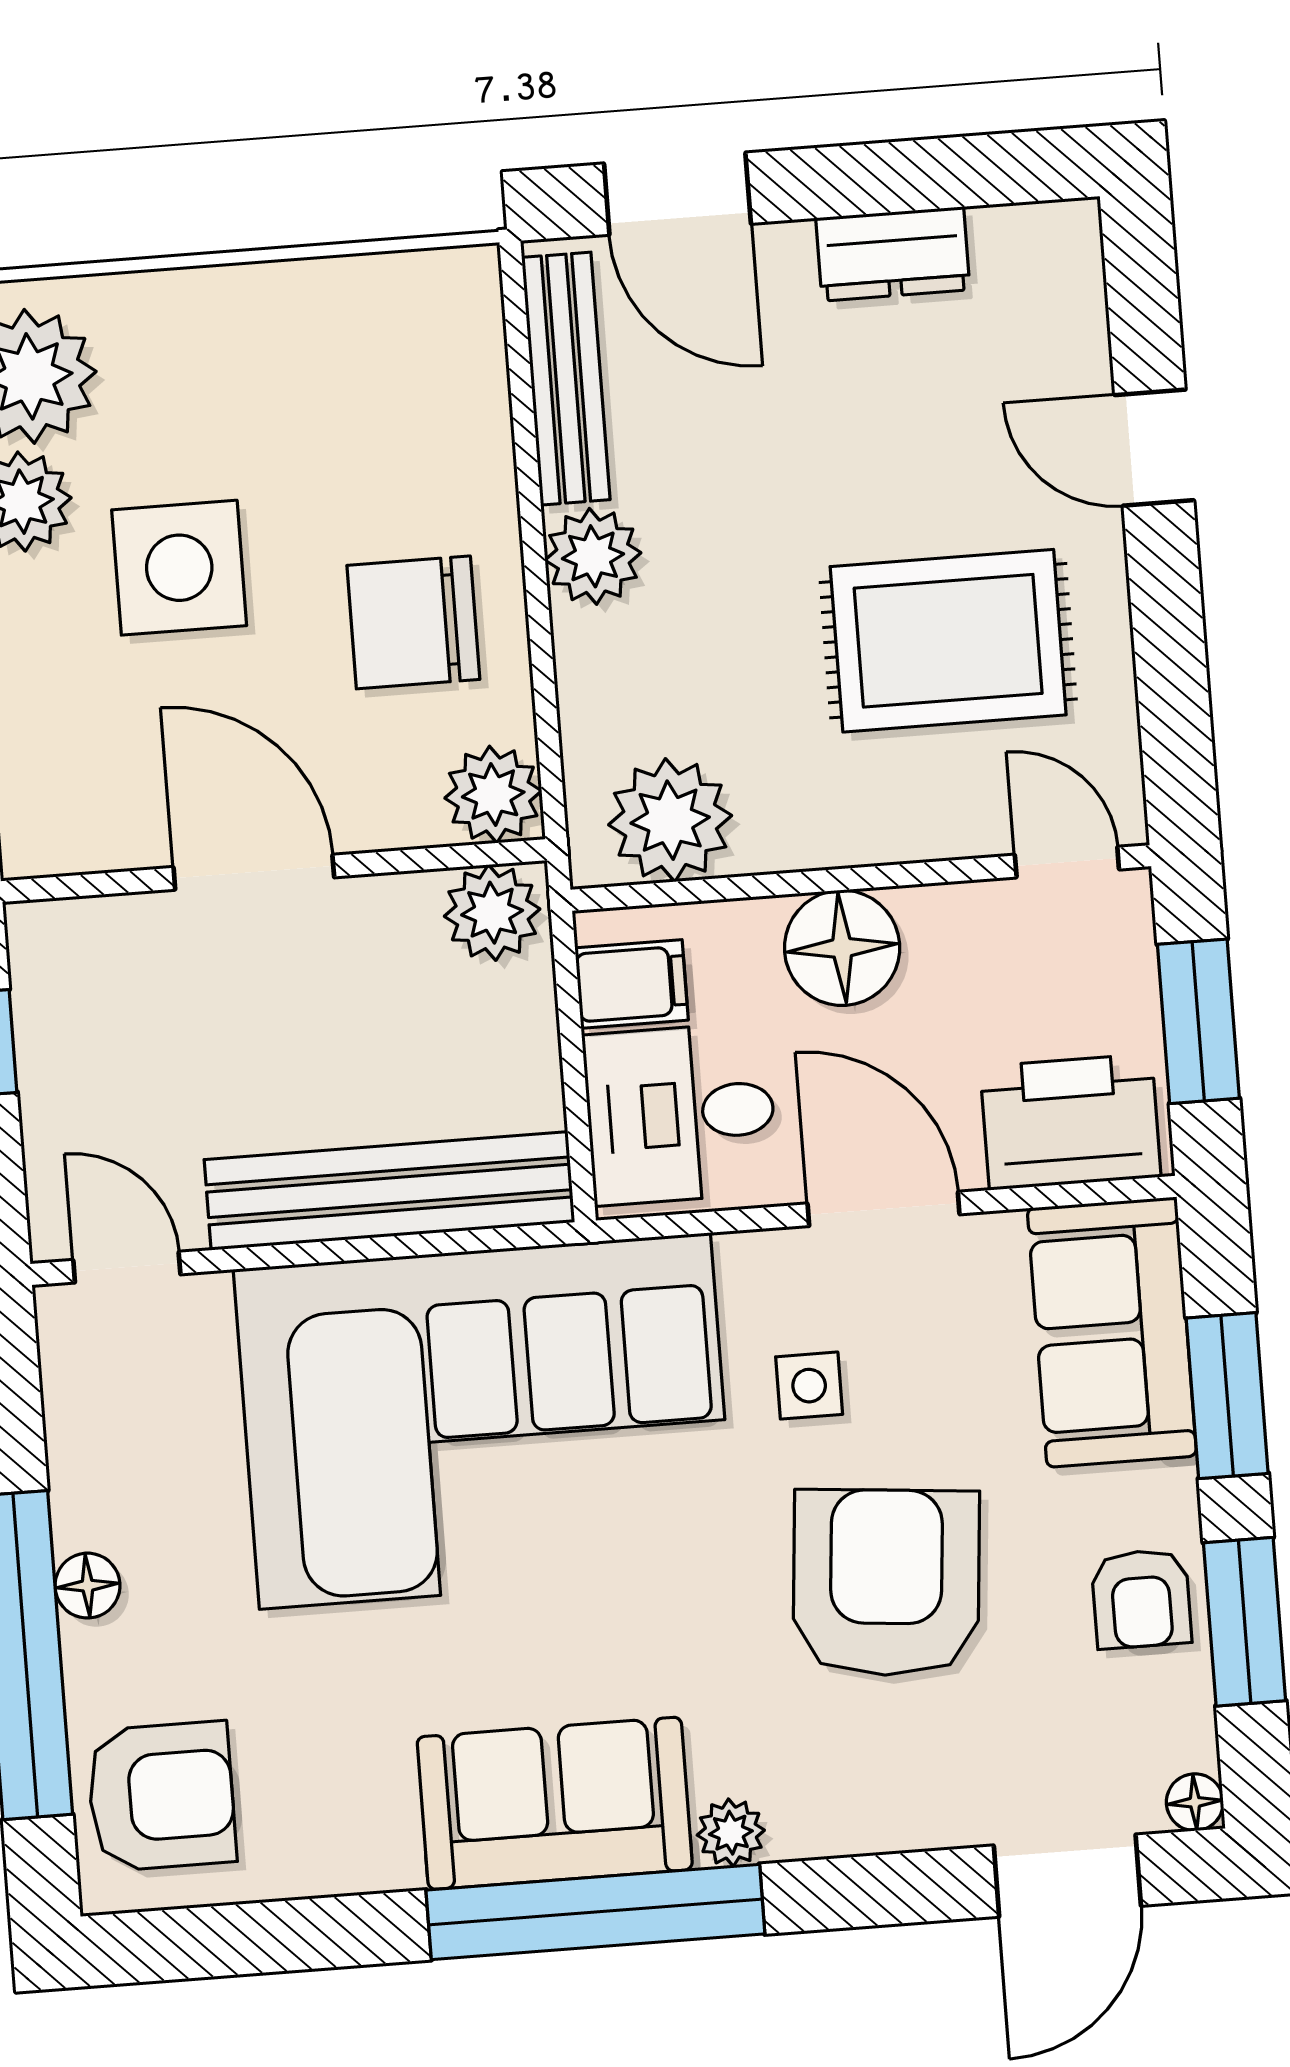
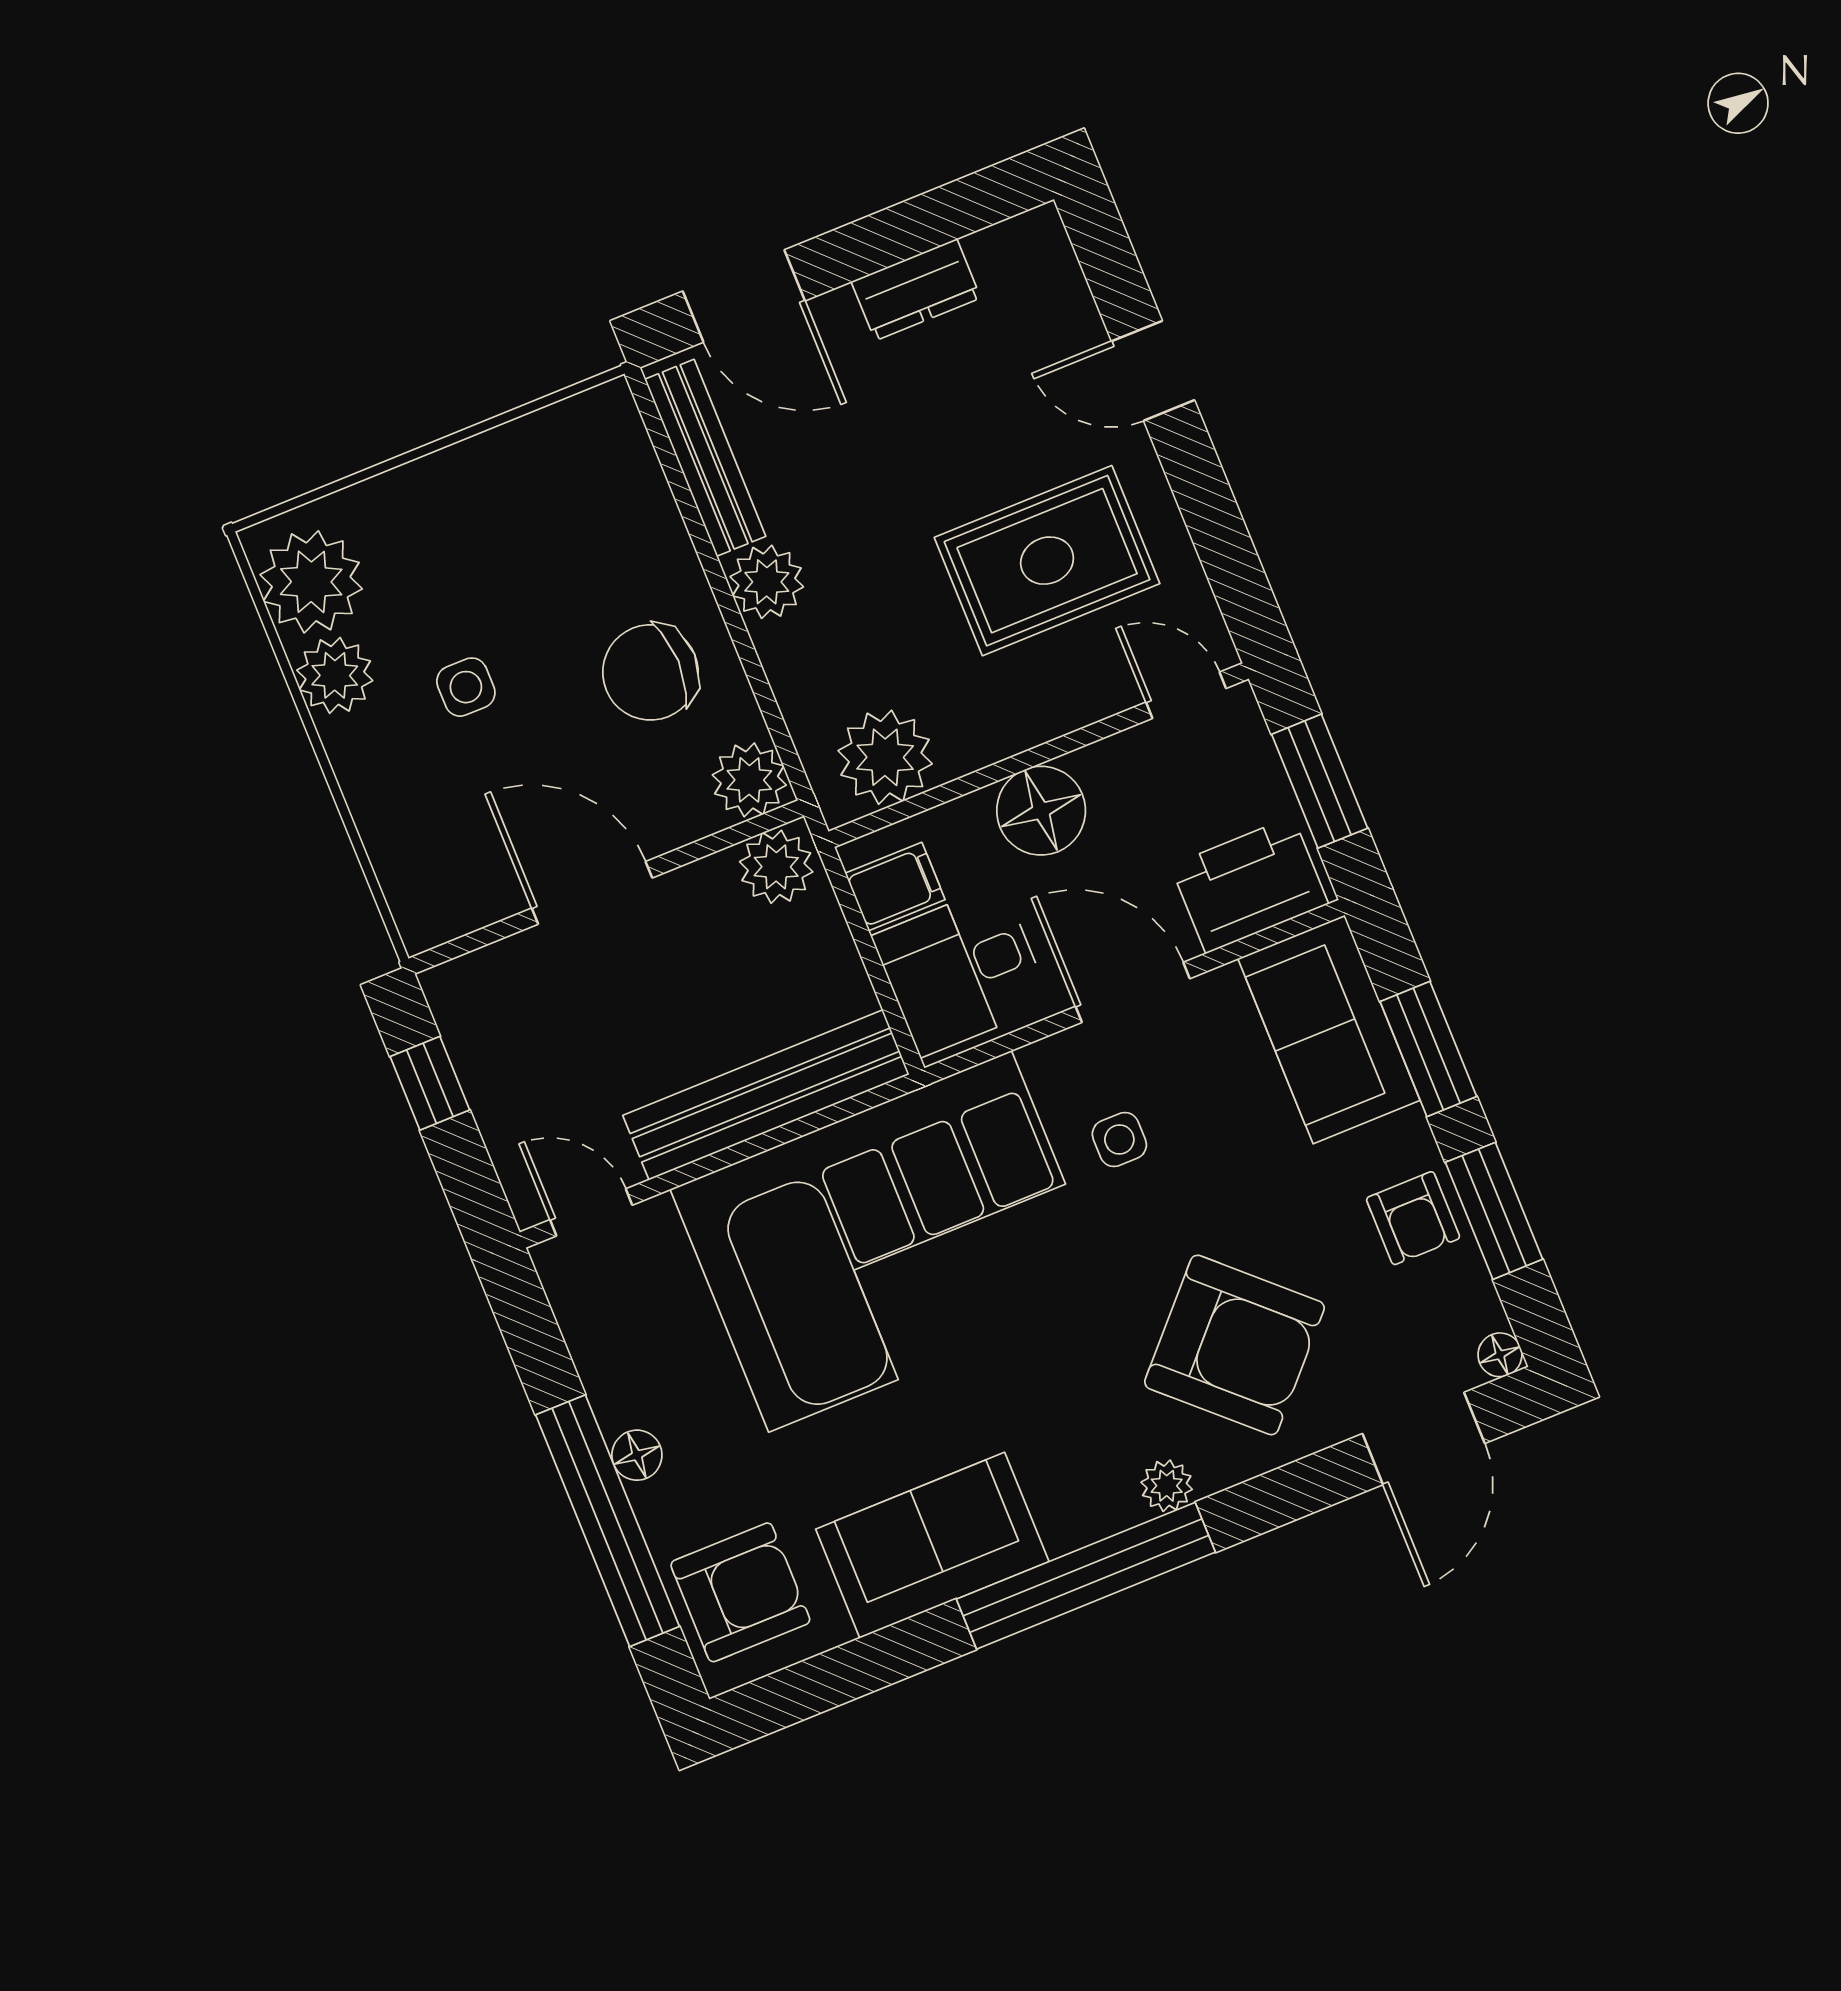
side table: (179, 568) -> (466, 687), width x0.54, depth x0.54
armchair: (886, 1583) -> (1234, 1345), moved, turned 128
sofa: (555, 1803) -> (932, 1545), moved

